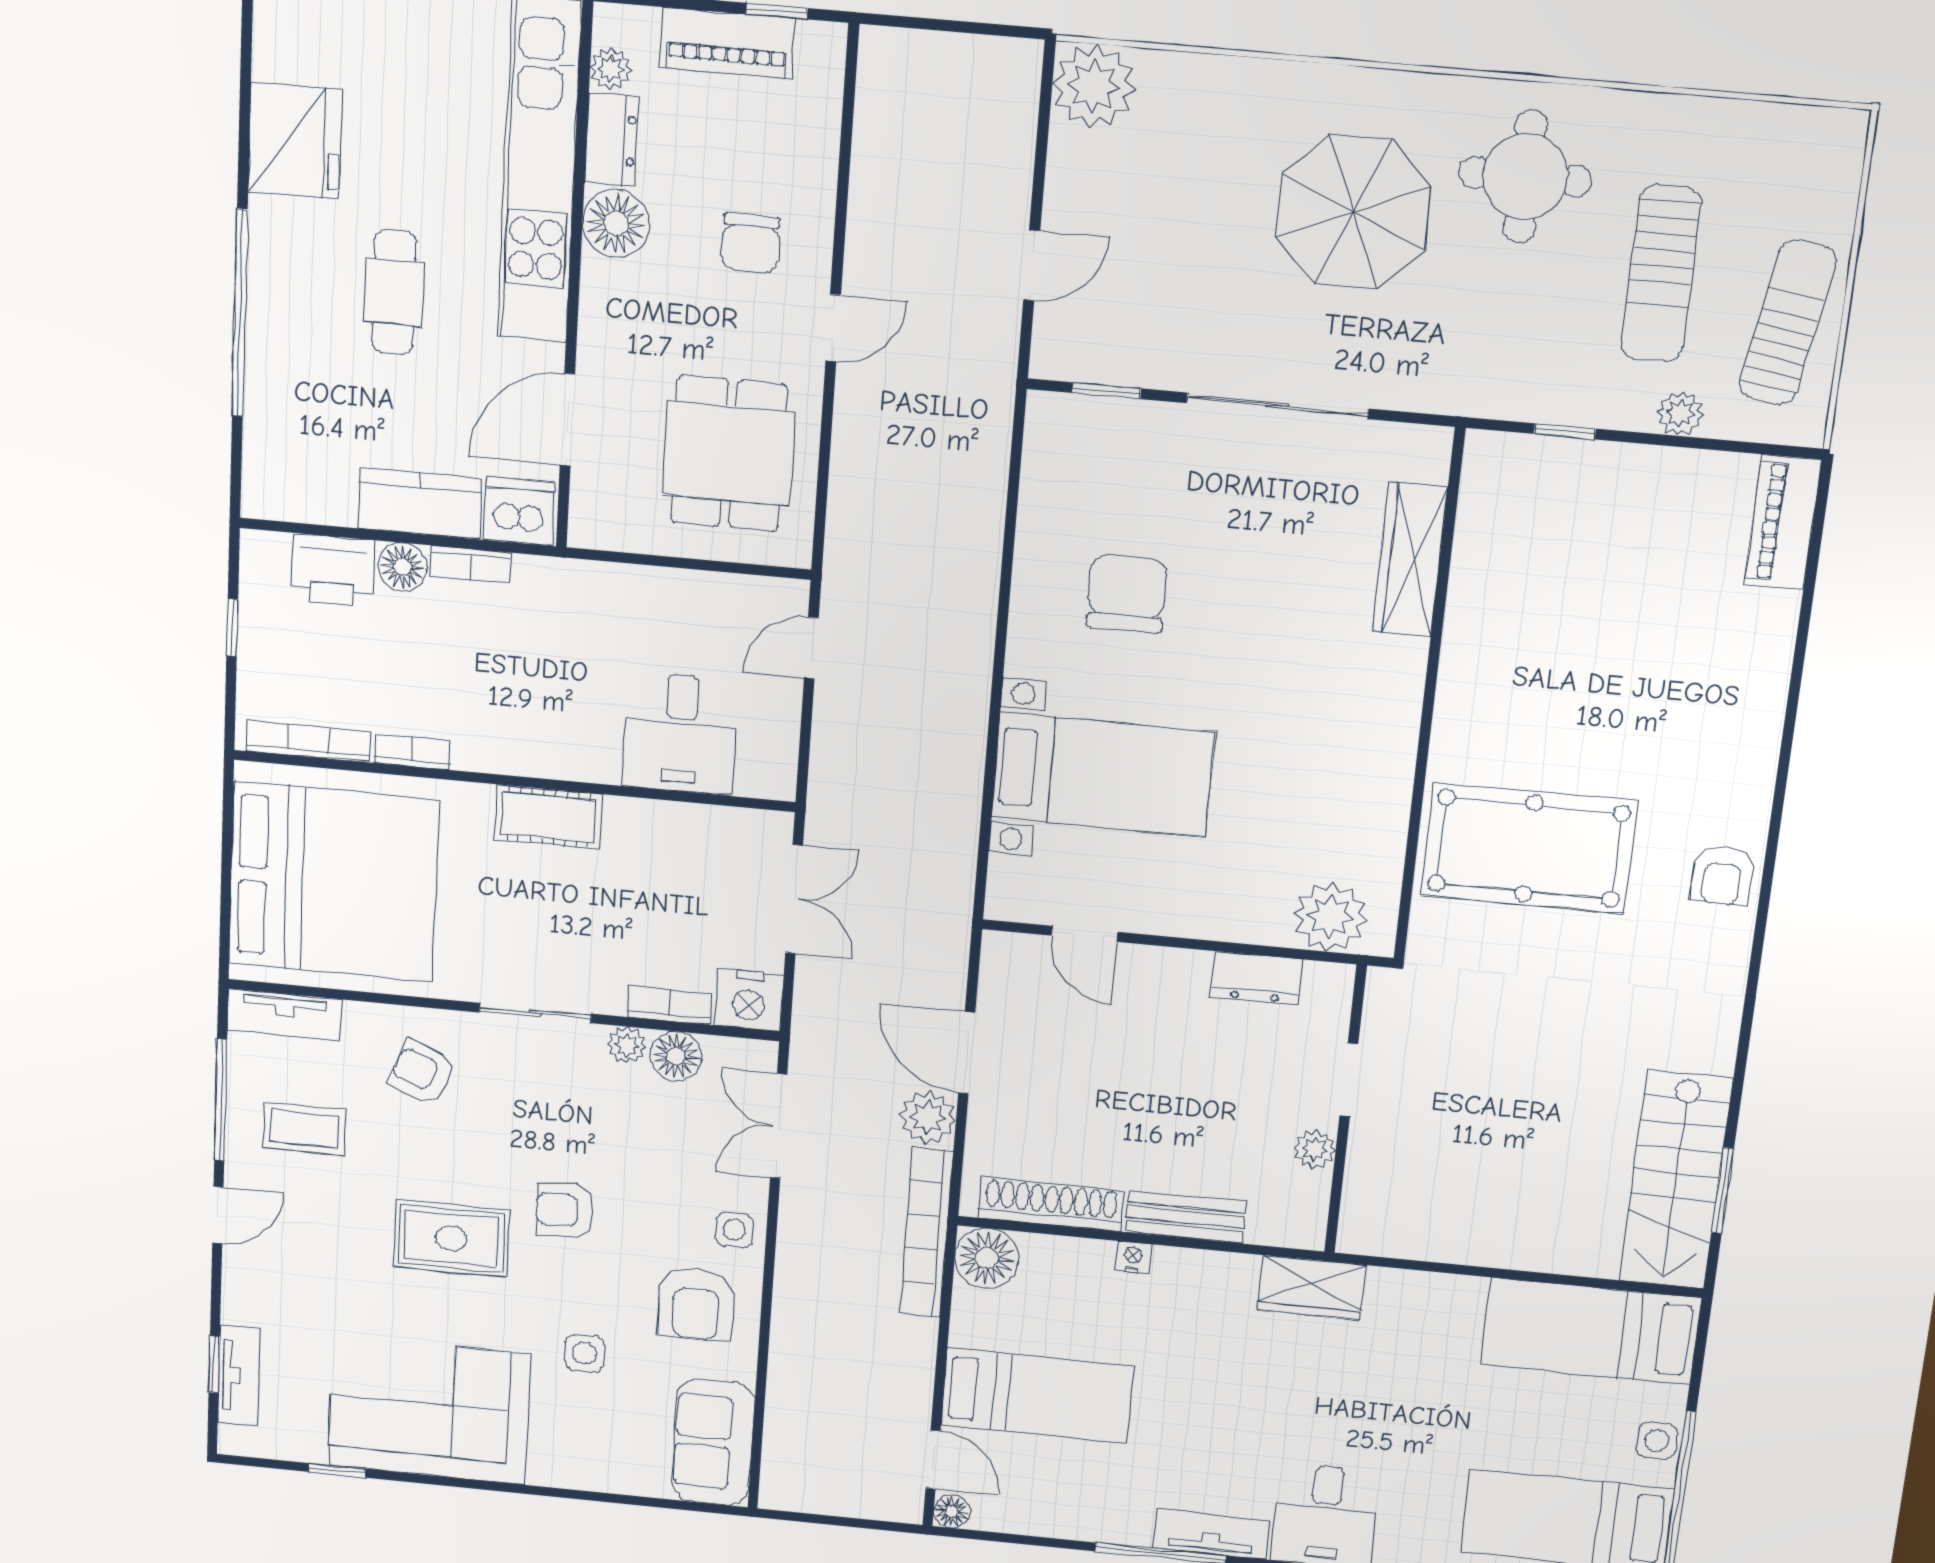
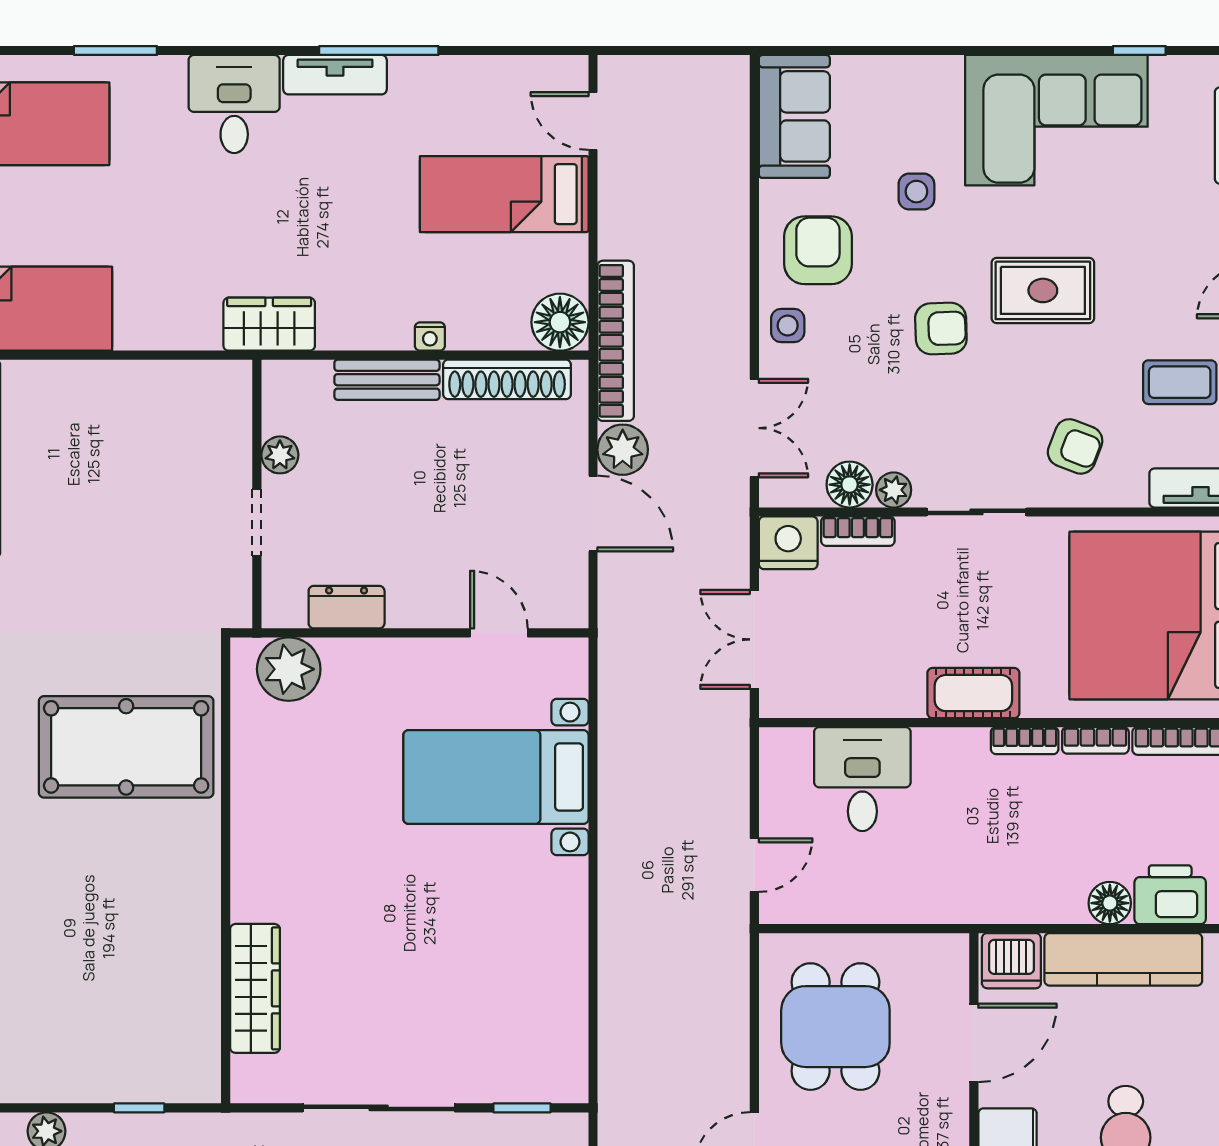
kitchen counter: (420, 504) -> (1123, 959), width x1.50
bookcase: (470, 564) -> (1025, 741), moved, turned 180
chair: (1127, 593) -> (490, 937), removed
floor lamp: (952, 1511) -> (572, 71), removed

